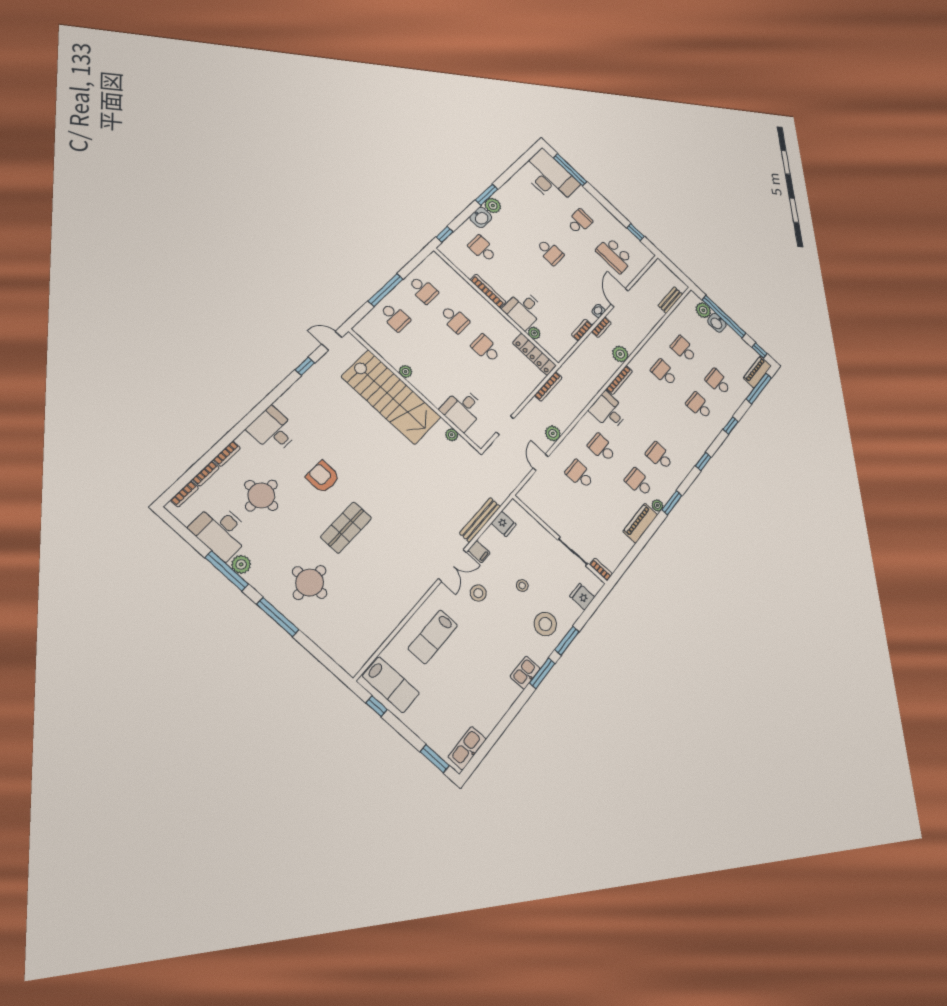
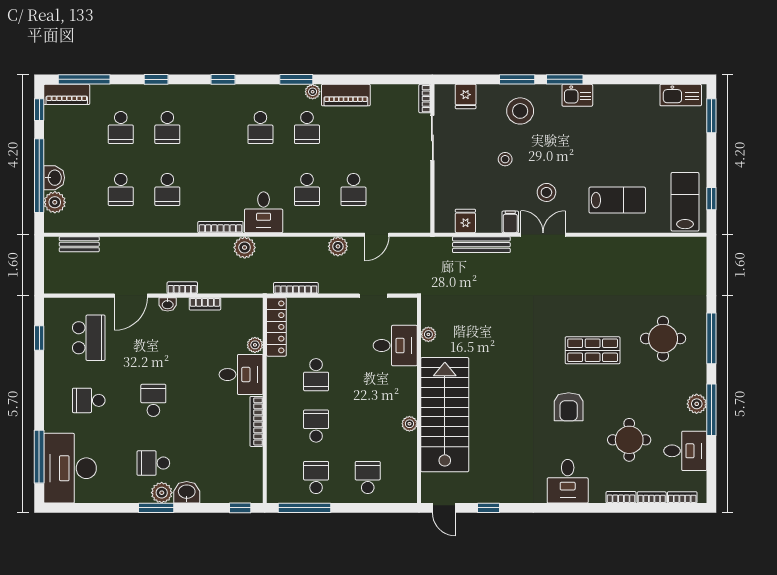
school desk: (483, 249) -> (153, 463), moved, turned 90
window: (386, 290) -> (305, 508), moved
plant: (620, 354) -> (245, 247), moved
desk: (221, 531) -> (685, 451), width x0.73

